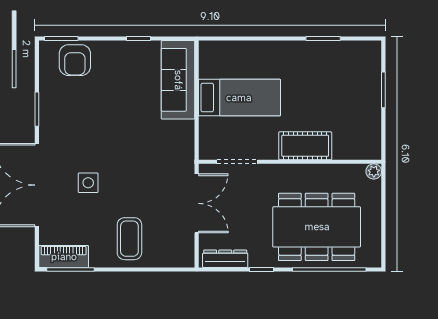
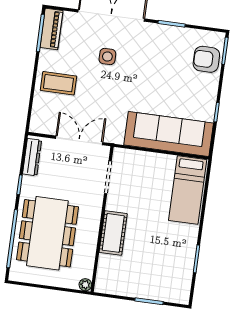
sofa: (178, 80) -> (169, 134), width x1.36, depth x1.27
bed: (239, 98) -> (188, 190), moved
double door: (197, 203) -> (79, 140), swing flipped

